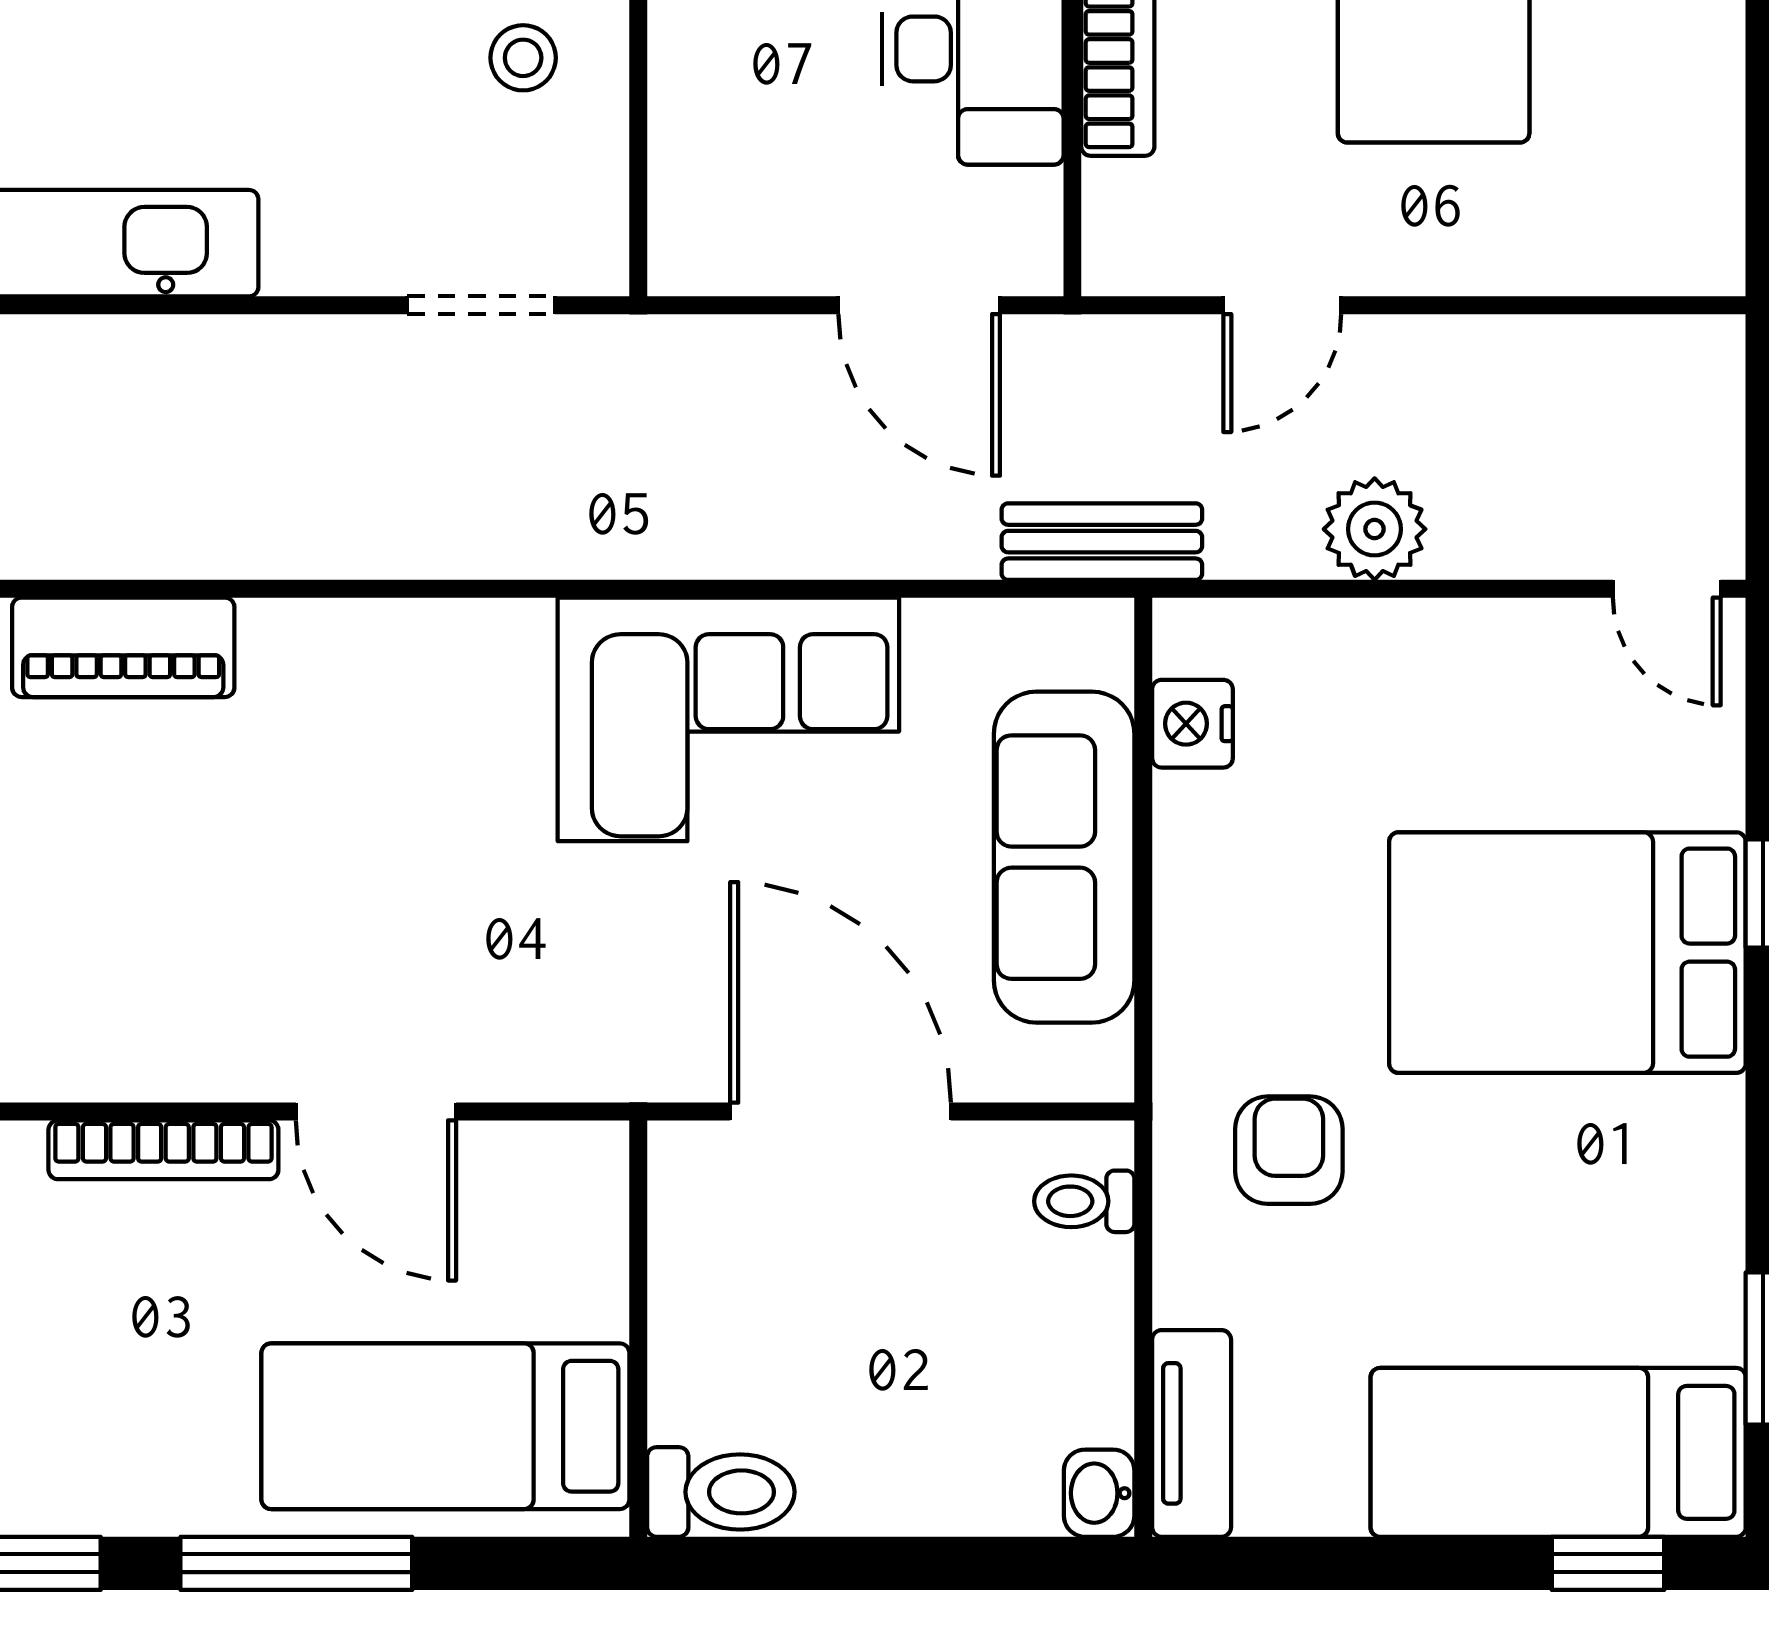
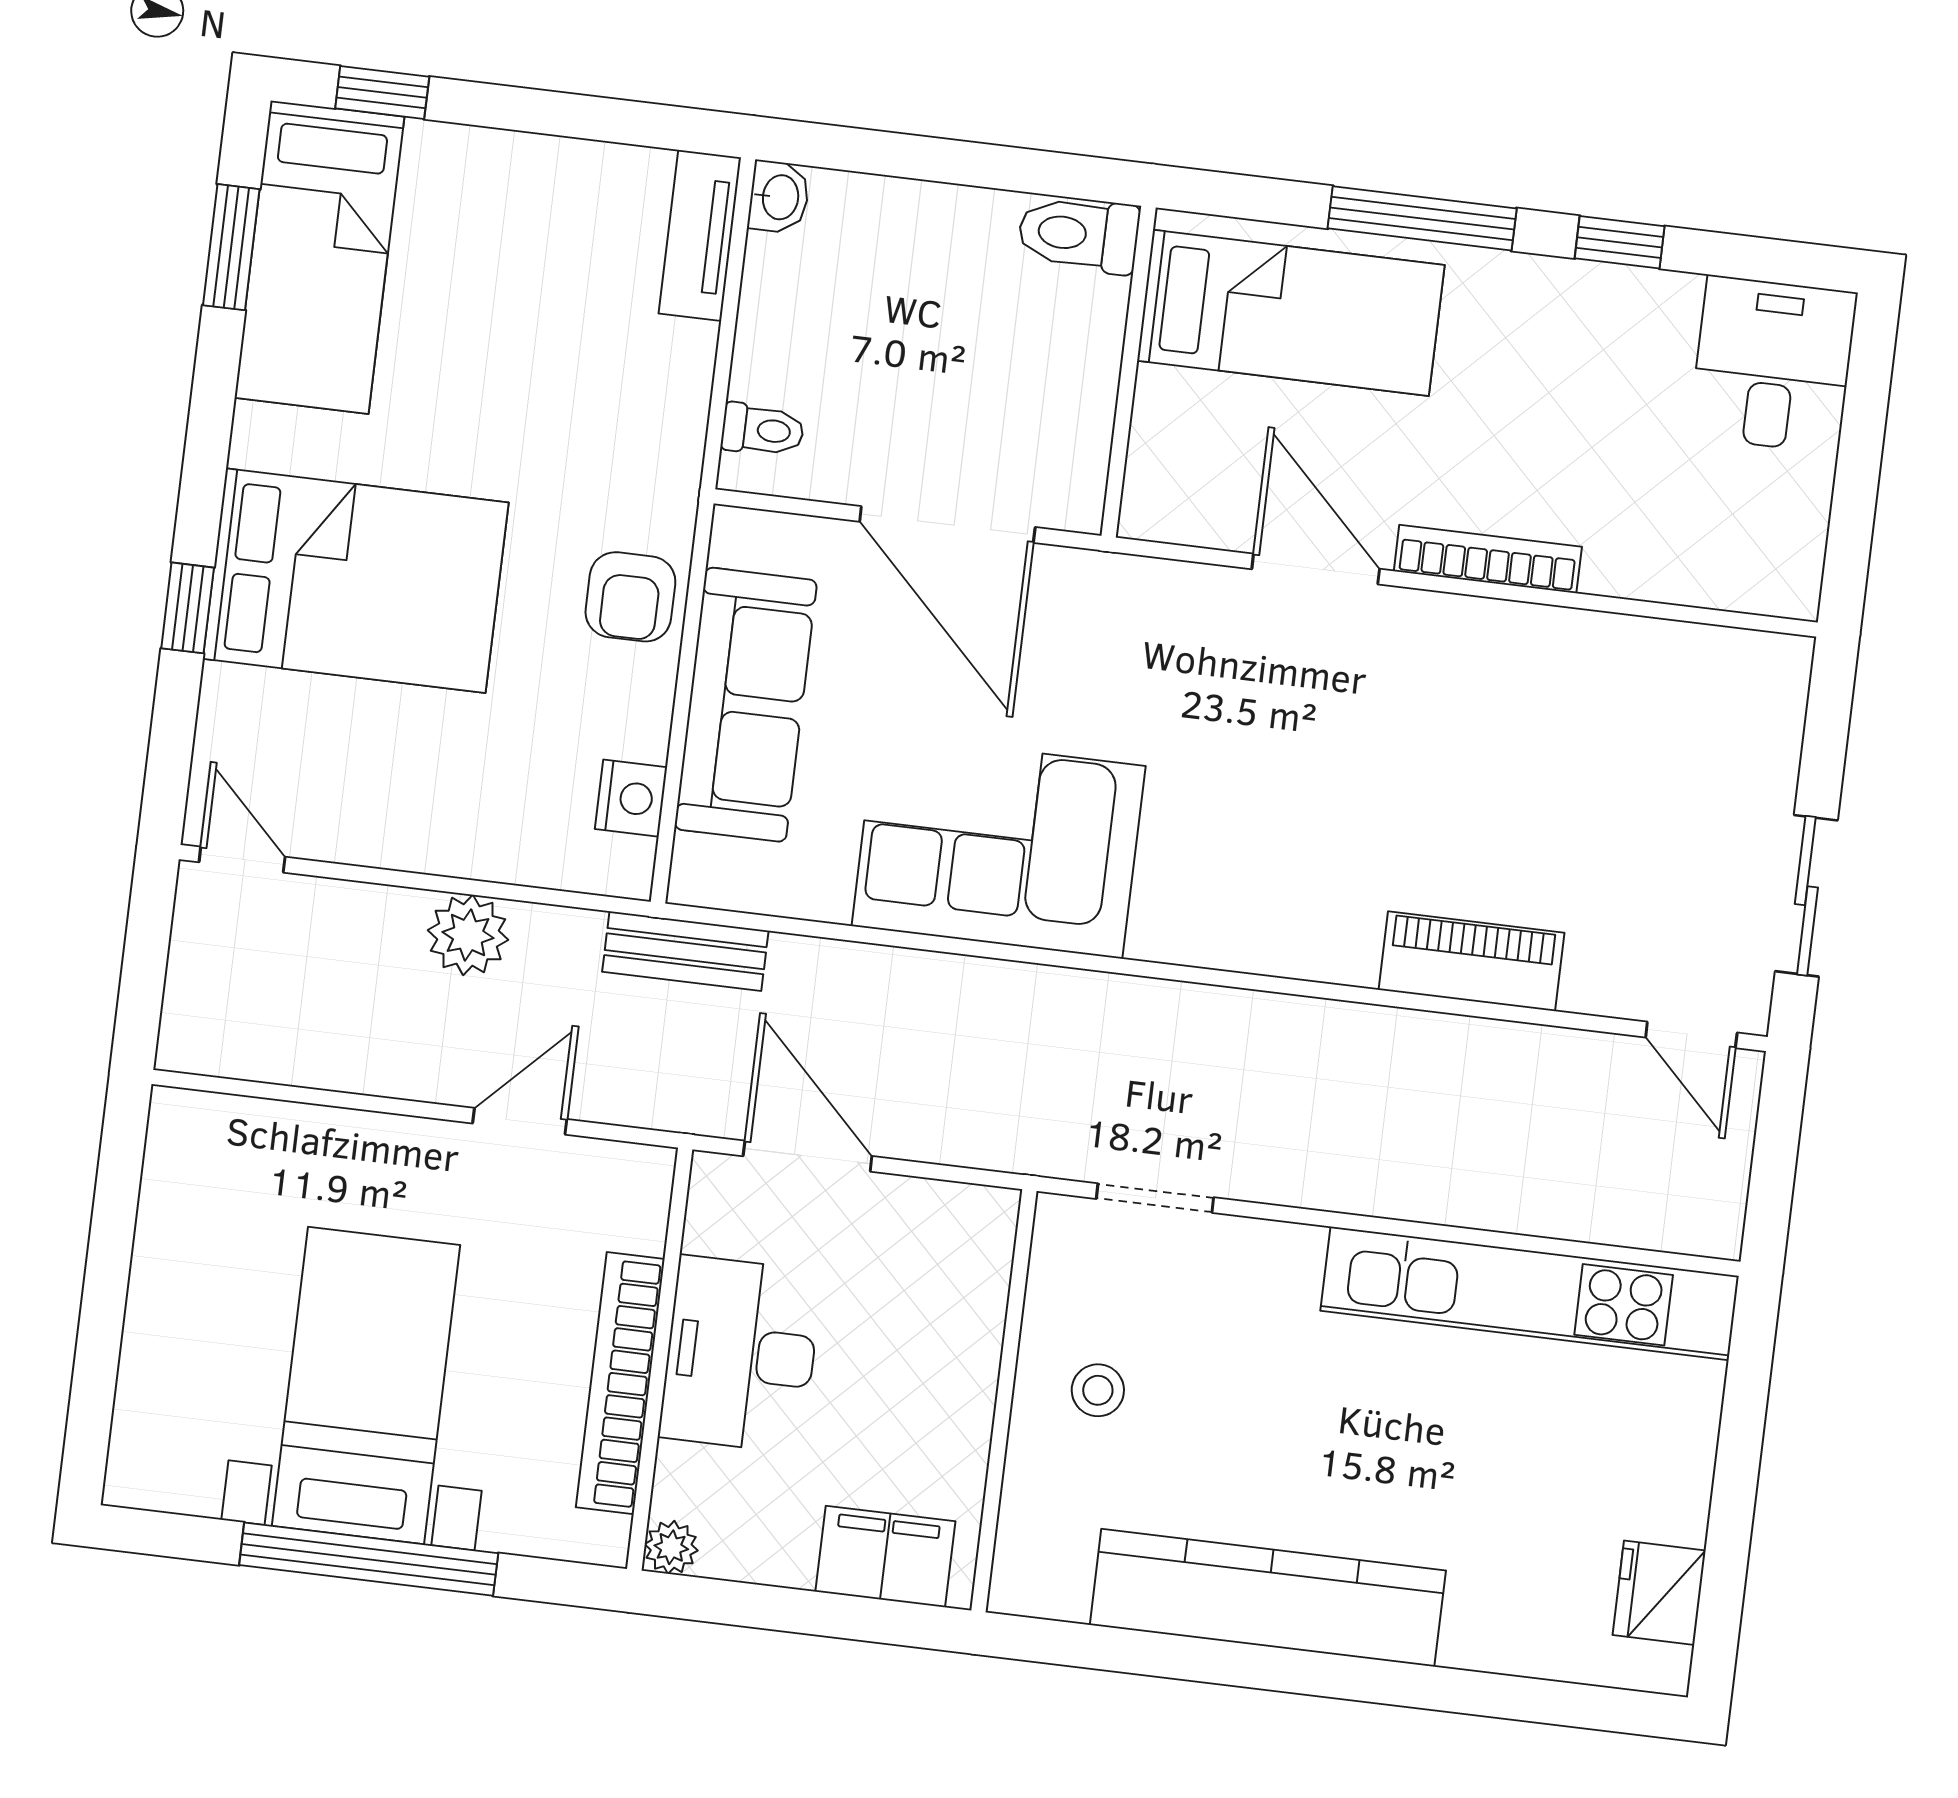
armchair: (1289, 1150) -> (630, 597), moved
bed: (1558, 1452) -> (319, 257), moved, turned 90

